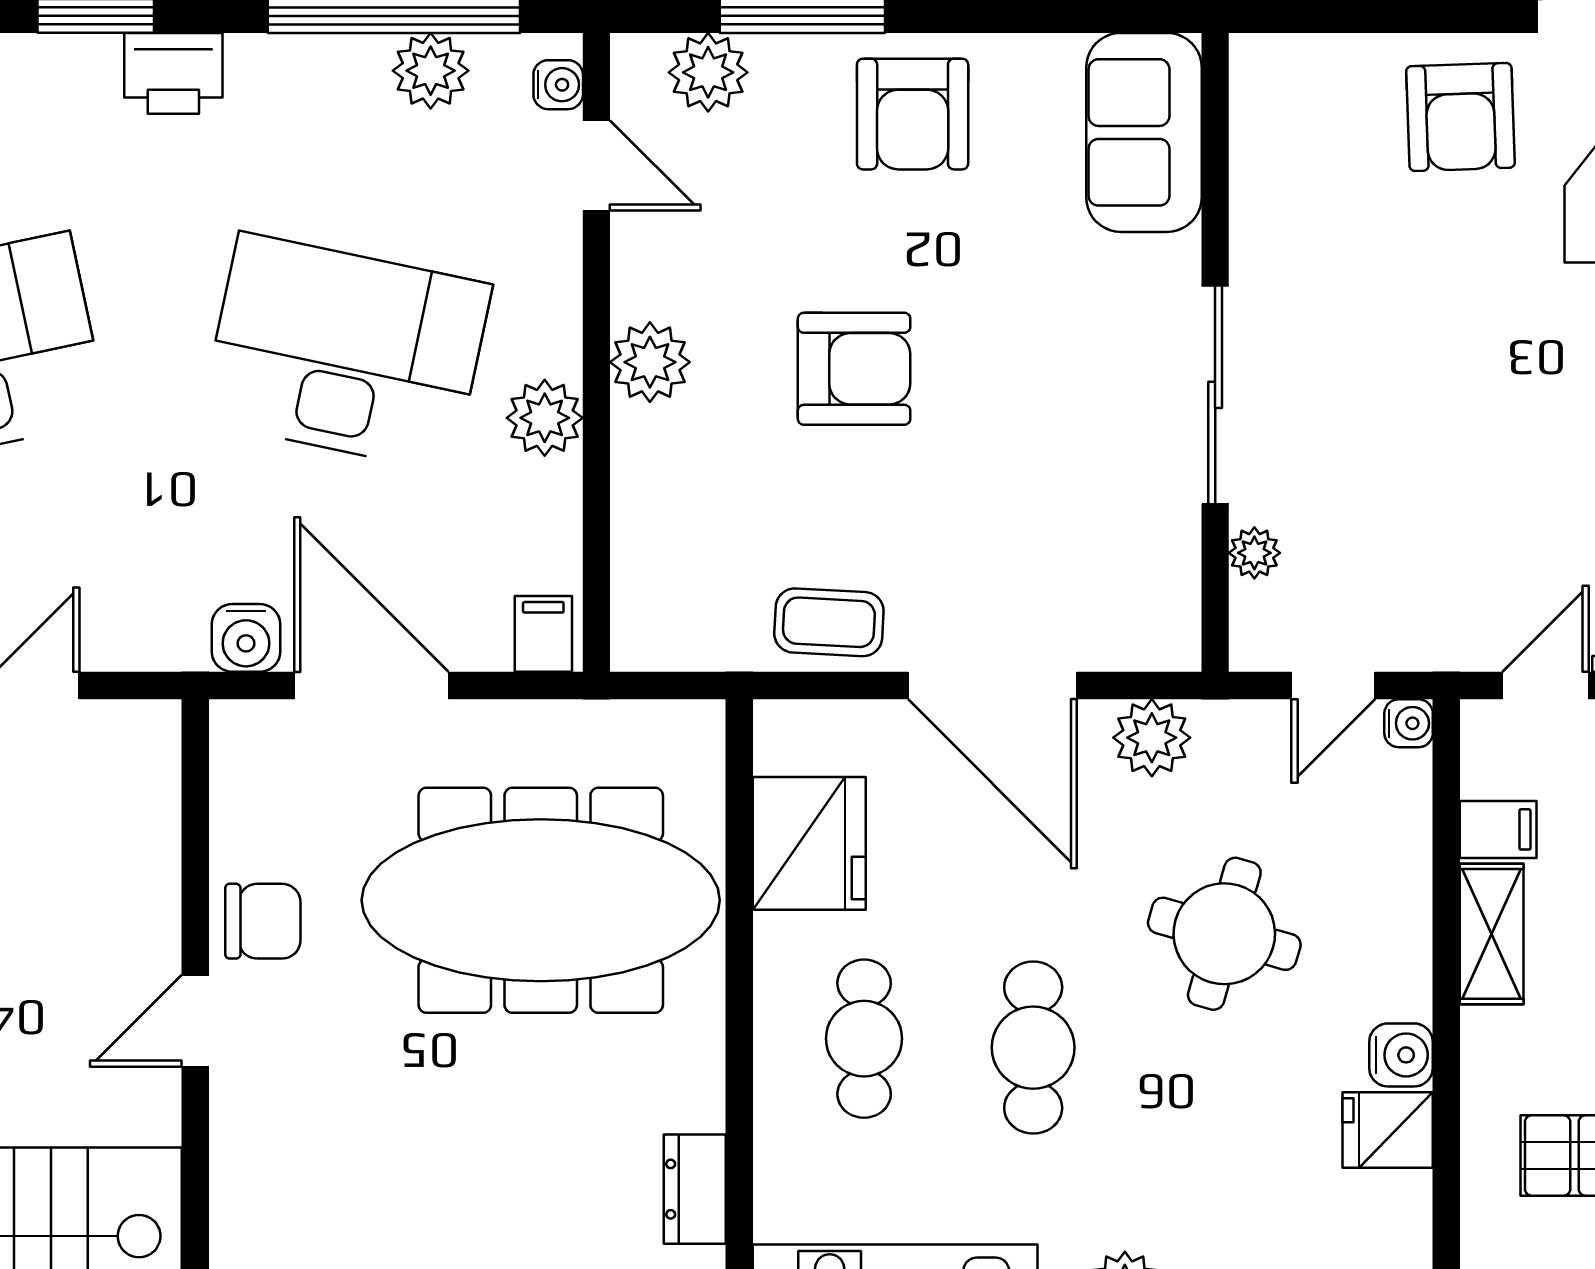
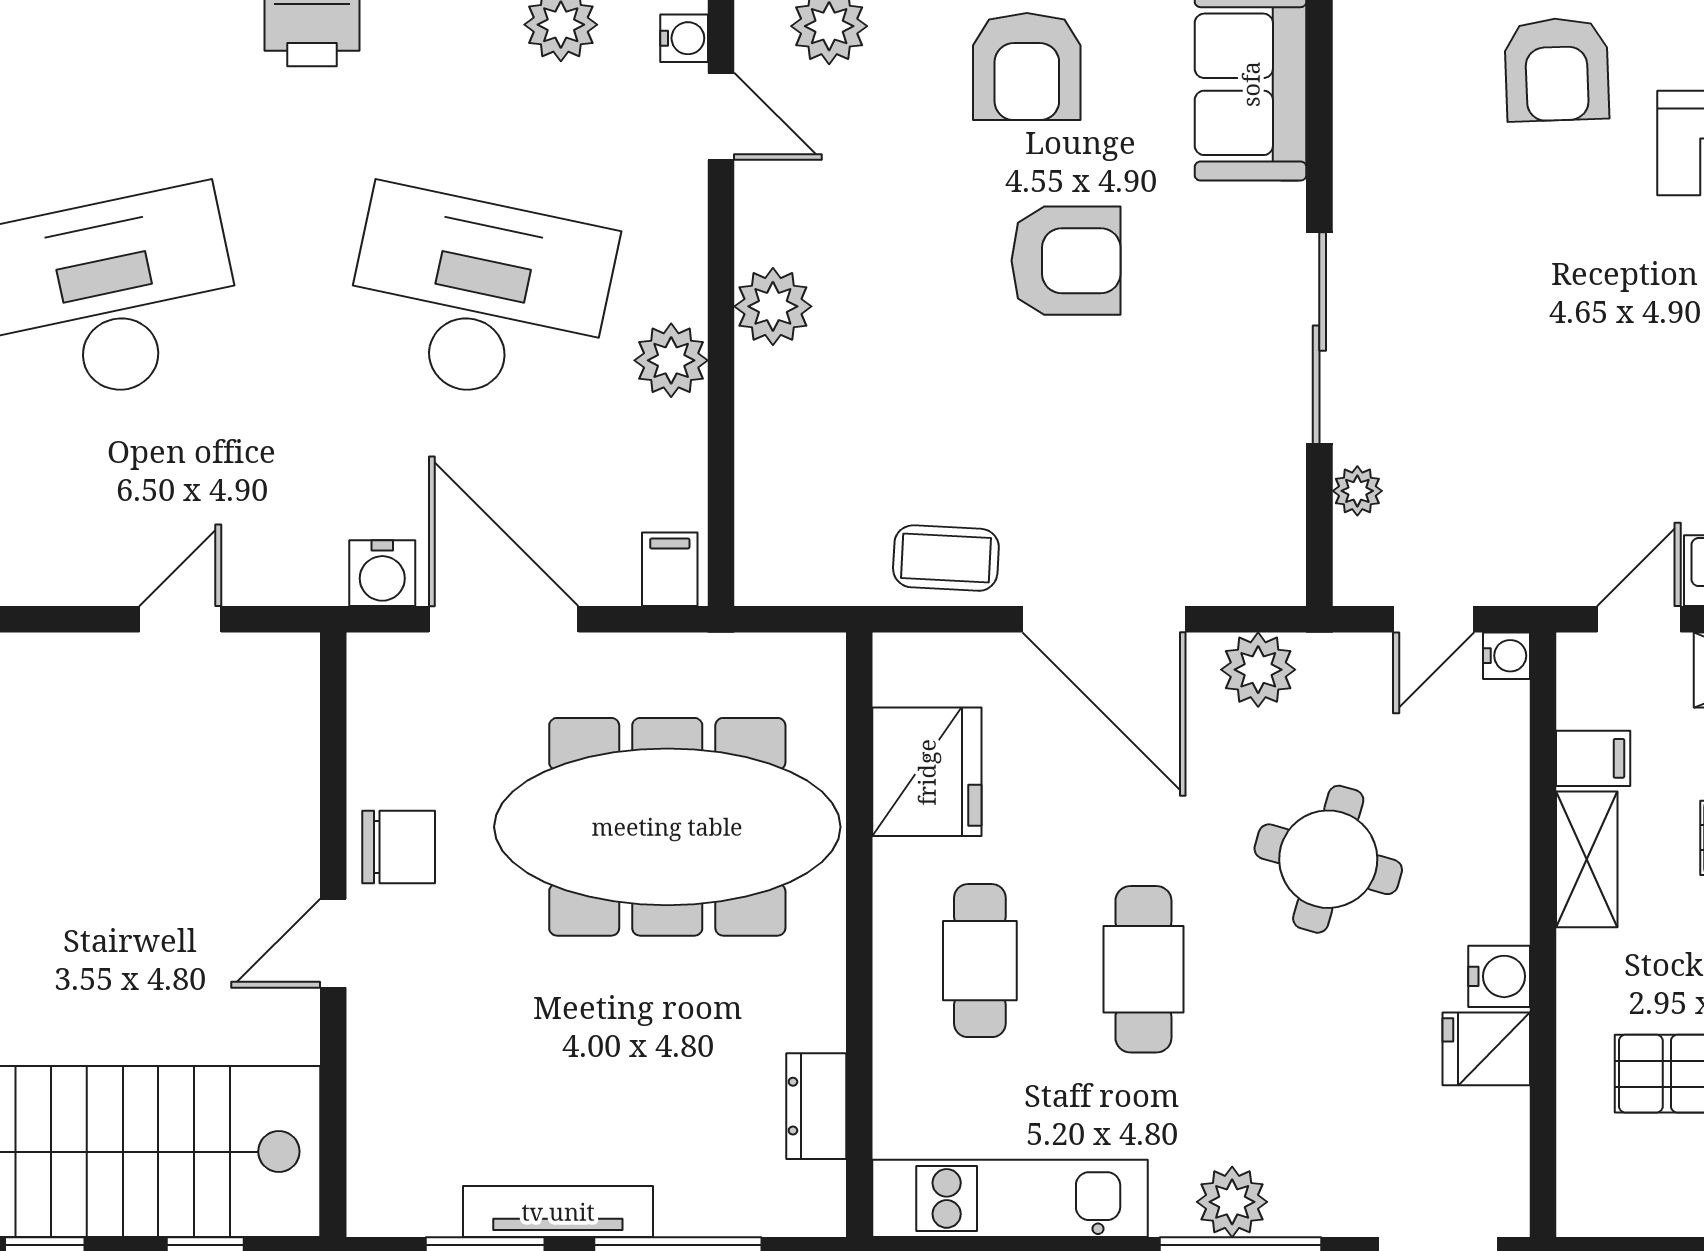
armchair: (854, 369) -> (1066, 261), moved

